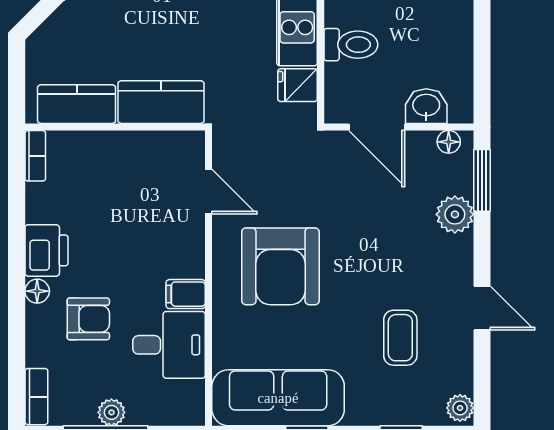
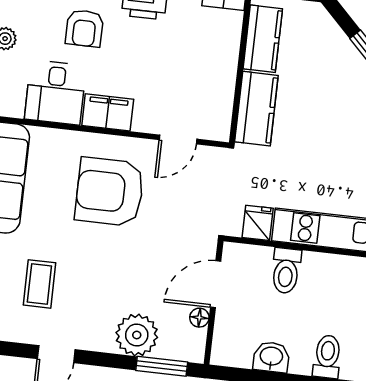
washbasin: (426, 106) -> (271, 357), moved, turned -90
floor lamp: (449, 142) -> (199, 318), moved
plant: (455, 214) -> (137, 335), width x1.36, depth x1.36
filing cabinet: (186, 294) -> (108, 112), width x2.00
coffee table: (400, 338) -> (39, 284), turned 90

